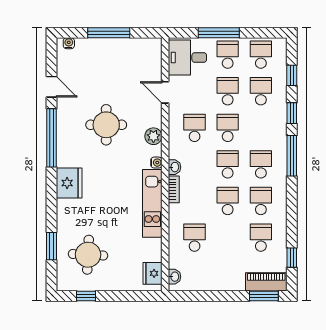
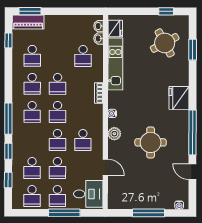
washbasin: (174, 167) -> (98, 39), moved
kitchen unit: (152, 203) -> (115, 64), moved
round table: (88, 255) -> (165, 43), turned -31

